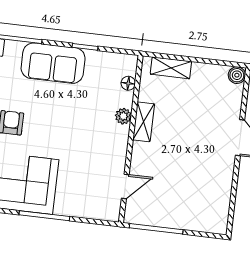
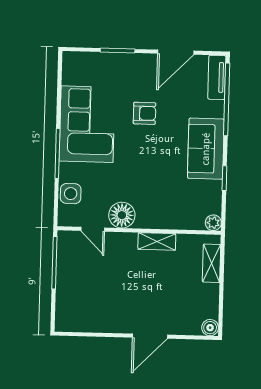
floor lamp: (128, 83) -> (122, 215), moved, width x1.89, depth x1.89
plant: (123, 116) -> (213, 223), moved
side table: (87, 206) -> (71, 194), added

